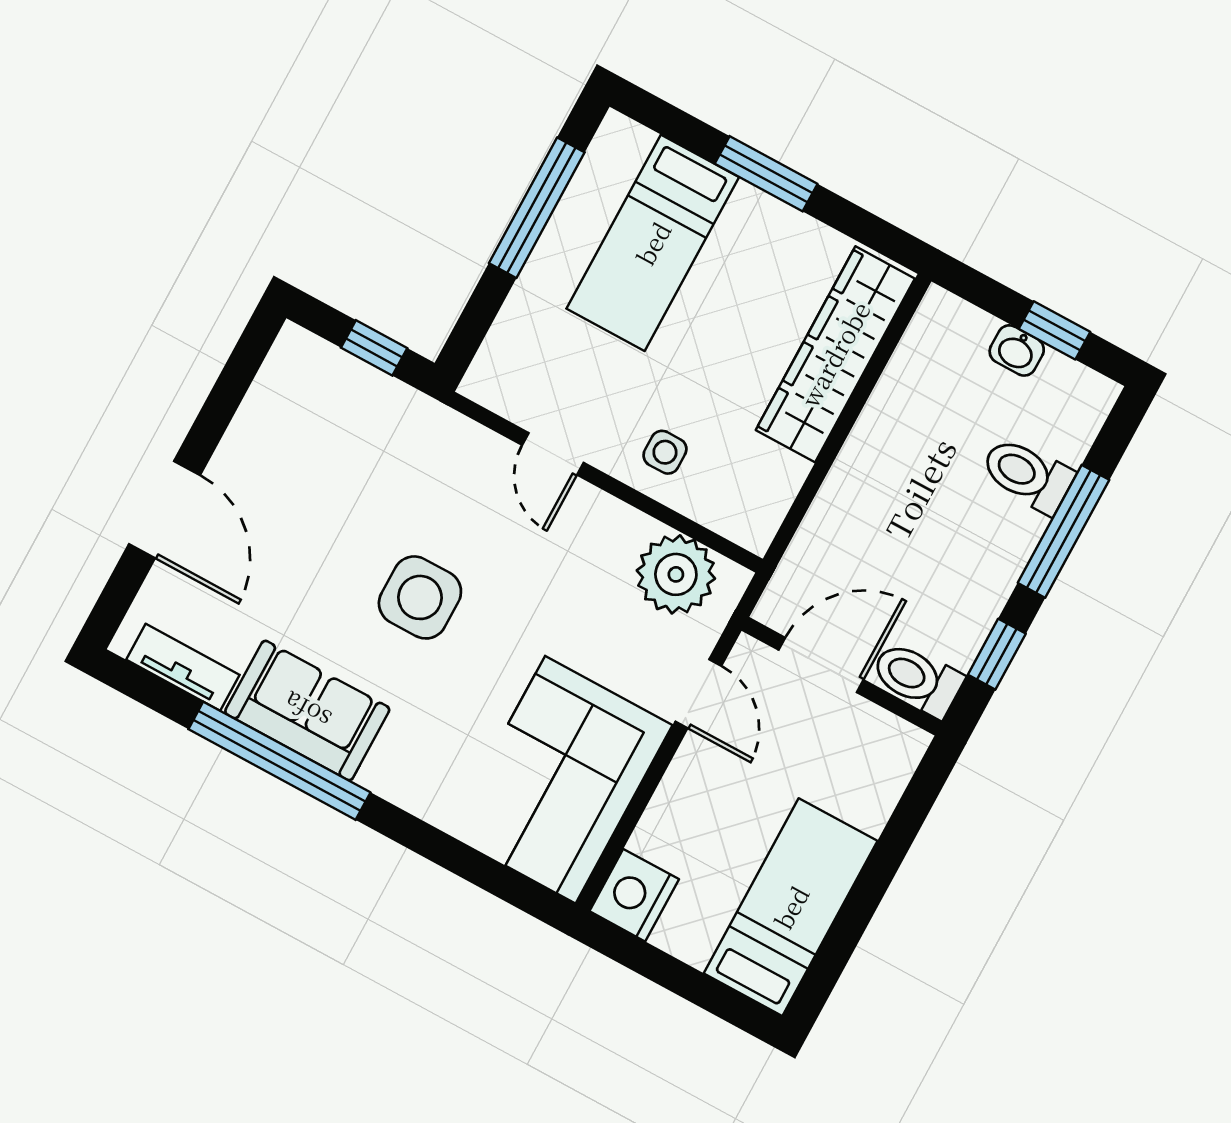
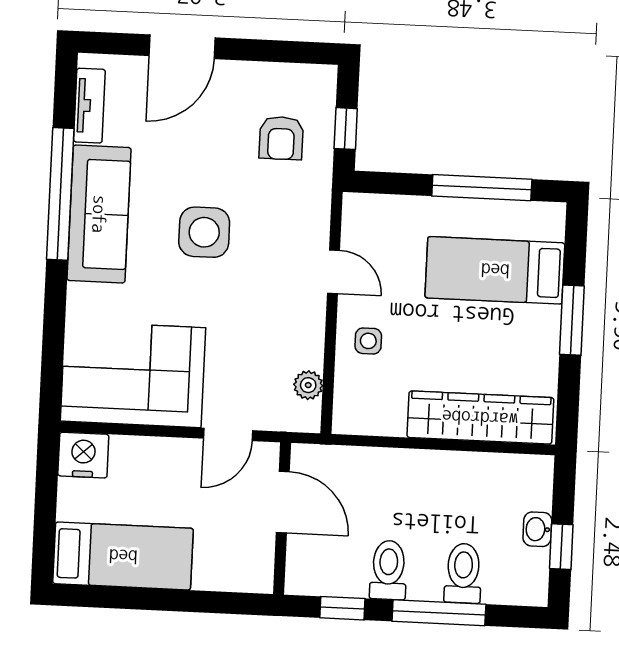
armchair: (346, 438) -> (281, 138), added
door: (553, 454) -> (334, 272), swing flipped
plant: (676, 574) -> (308, 385), width x0.53, depth x0.53
toilet: (917, 679) -> (388, 570), moved
sofa: (307, 711) -> (99, 214), width x1.36

